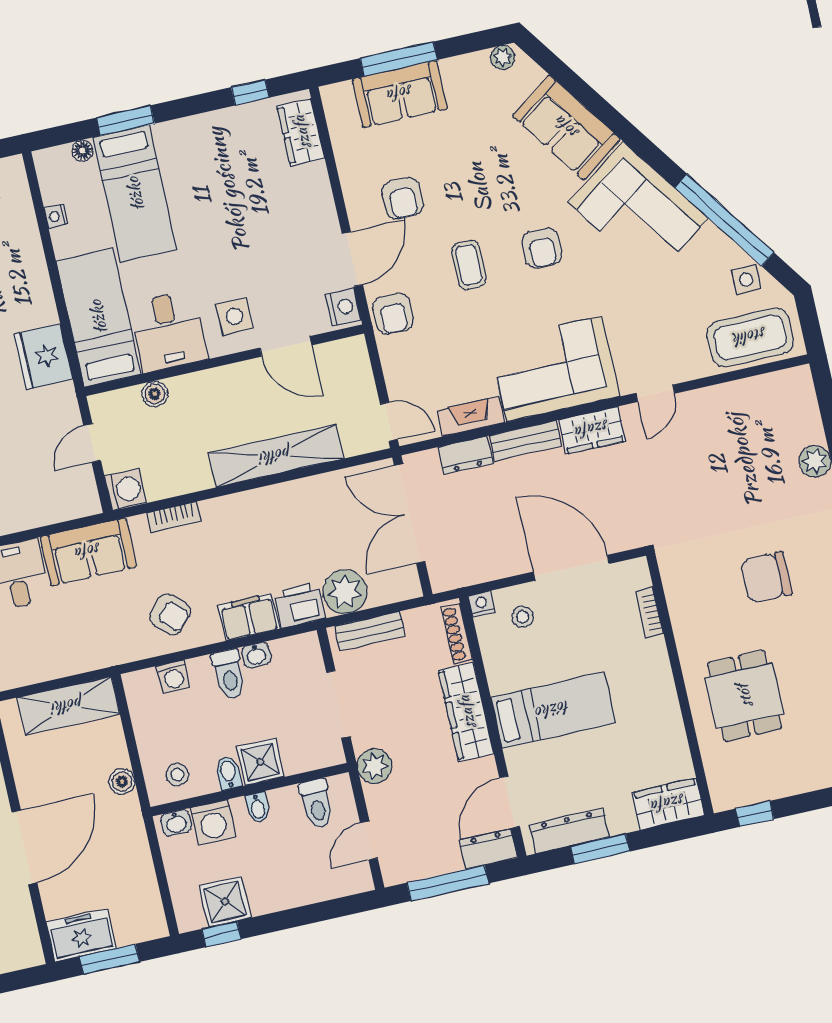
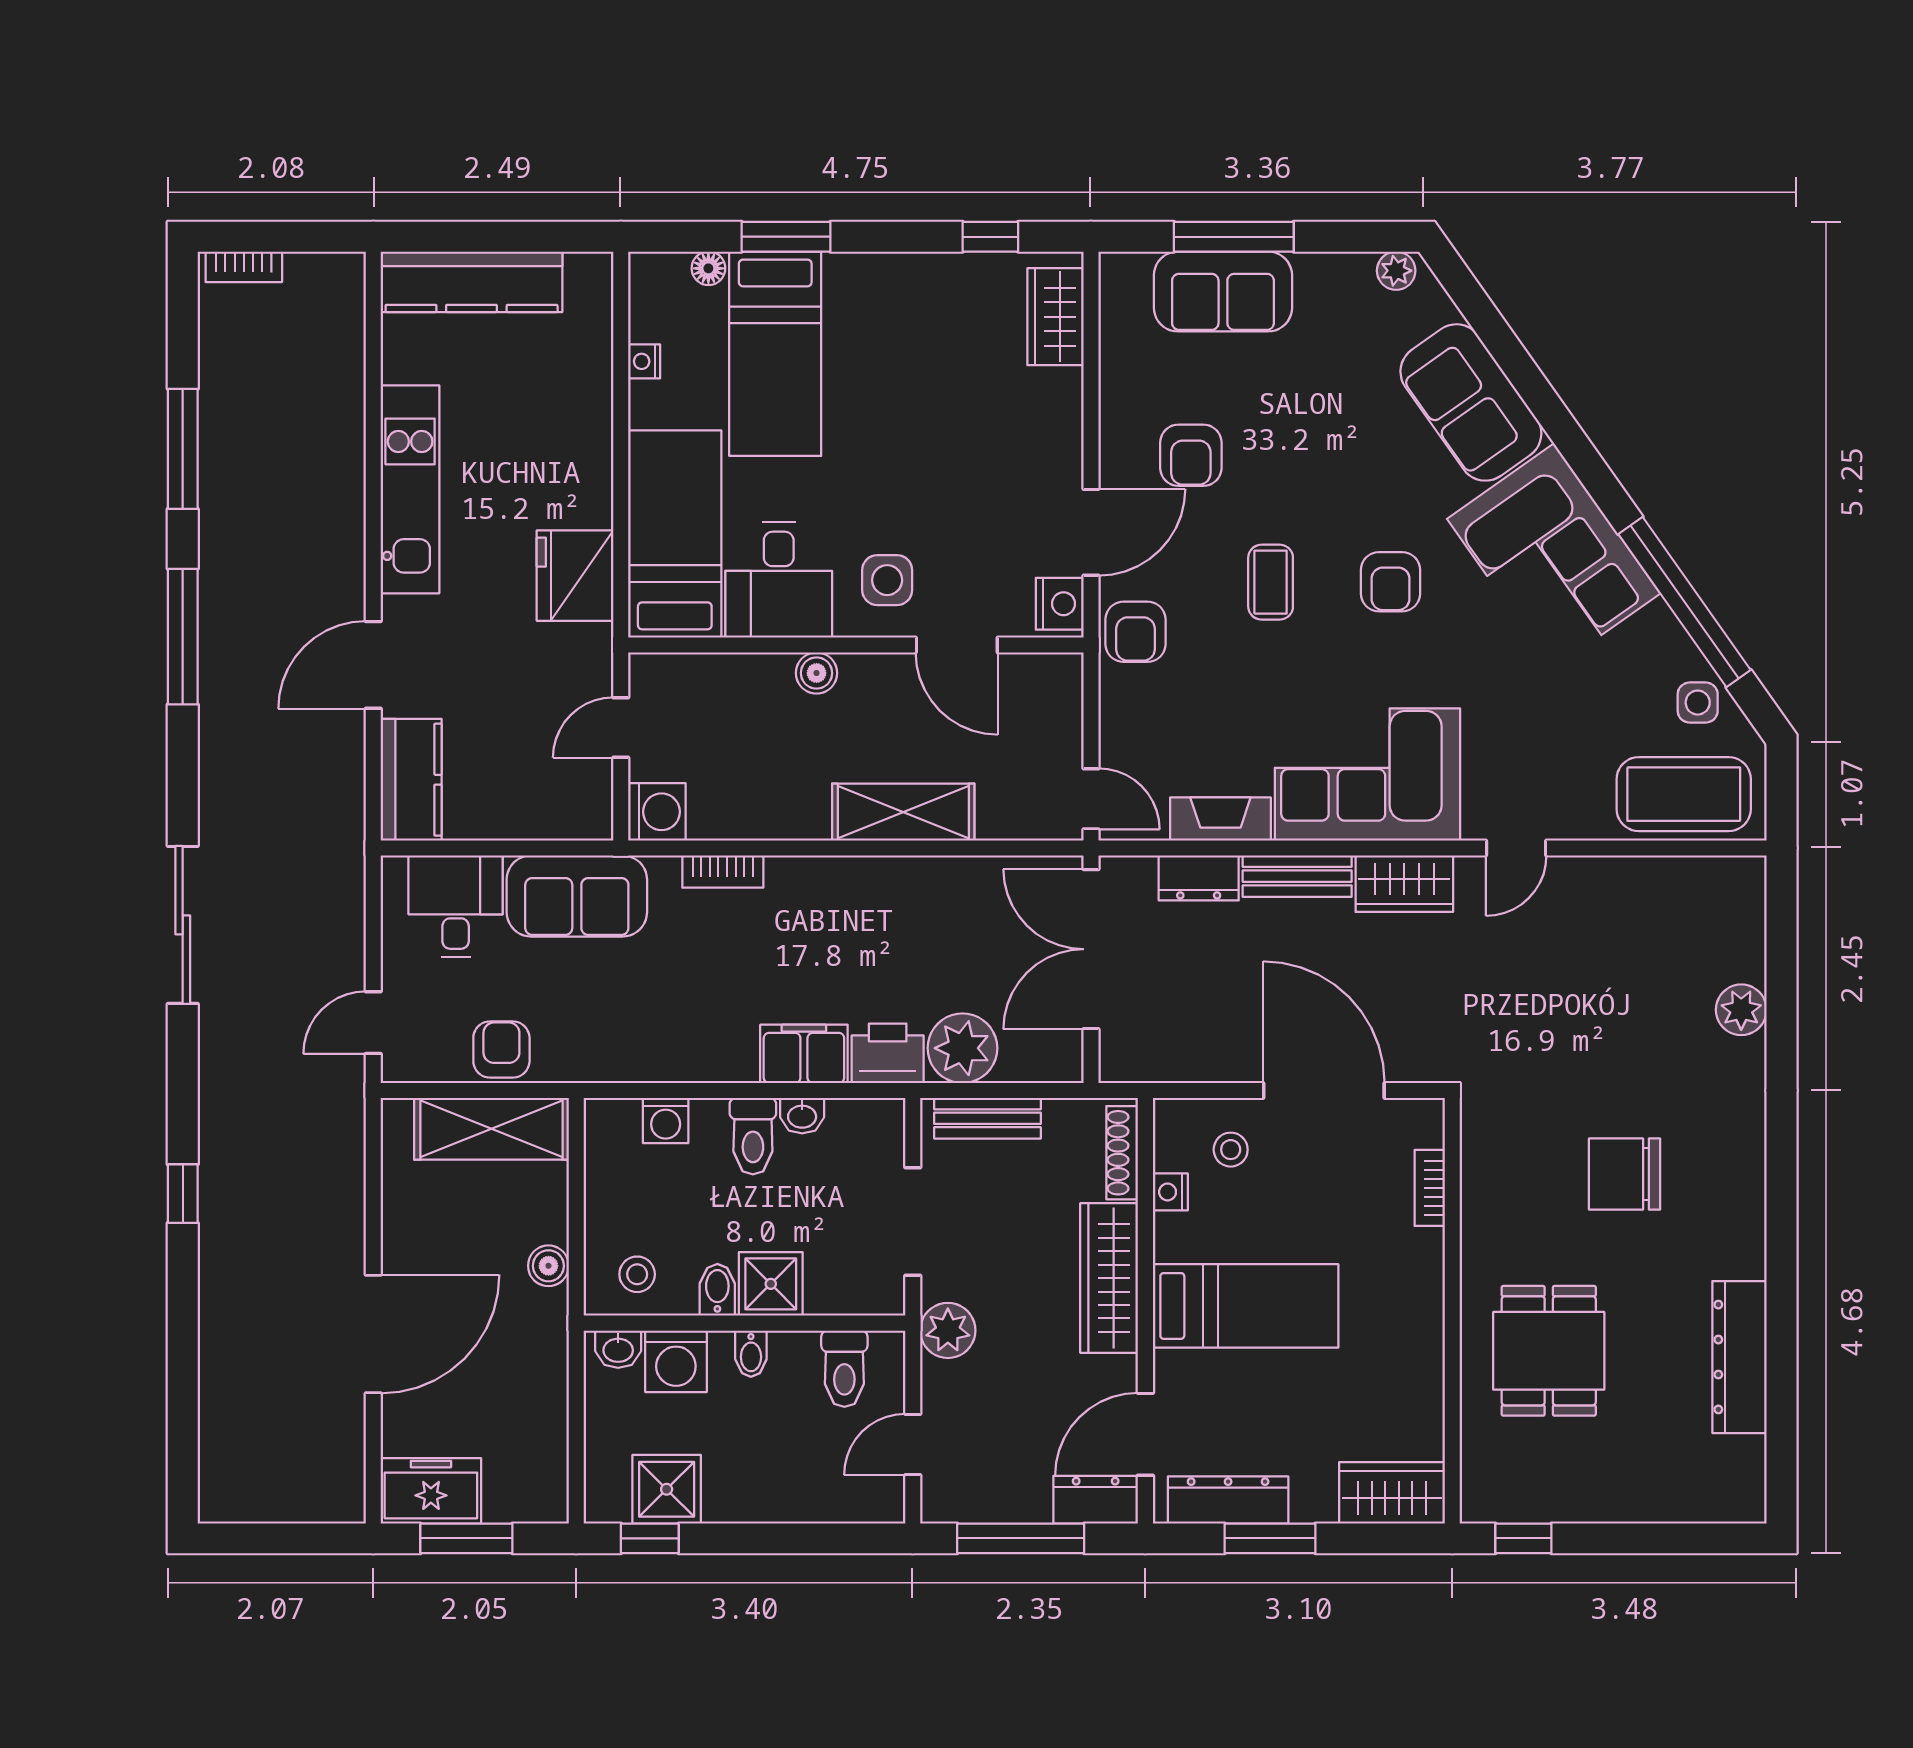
boiler: (155, 394) -> (817, 673), moved
shelving: (276, 456) -> (903, 812), width x0.68
nightstand: (482, 604) -> (1170, 1192), moved, turned -90
armchair: (170, 614) -> (501, 1049), moved, turned -133

